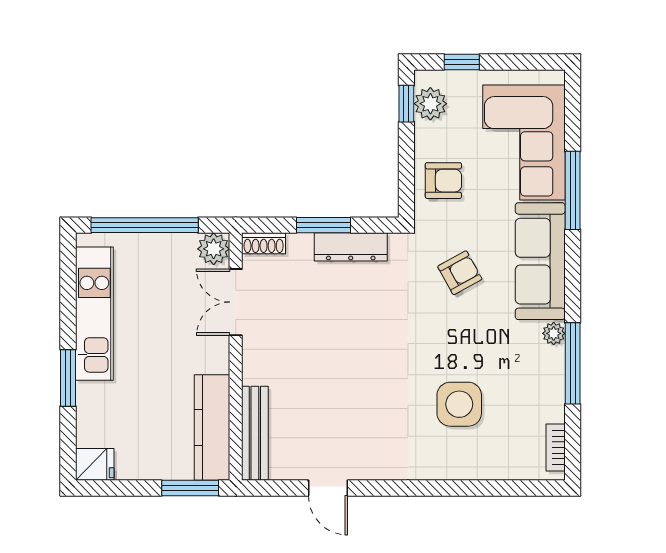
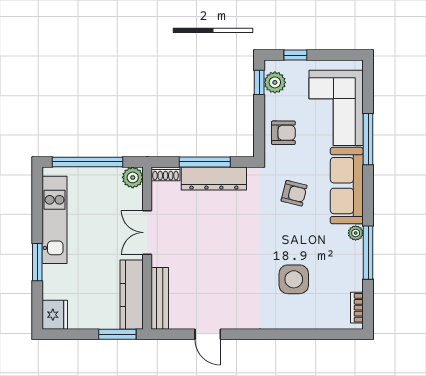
window: (324, 225) -> (205, 162), width x1.44
dresser: (351, 247) -> (214, 179), width x1.37, depth x1.24
armchair: (460, 273) -> (294, 193), turned 43
double door: (236, 302) -> (147, 233), moved
fridge: (95, 464) -> (55, 315), width x1.38

